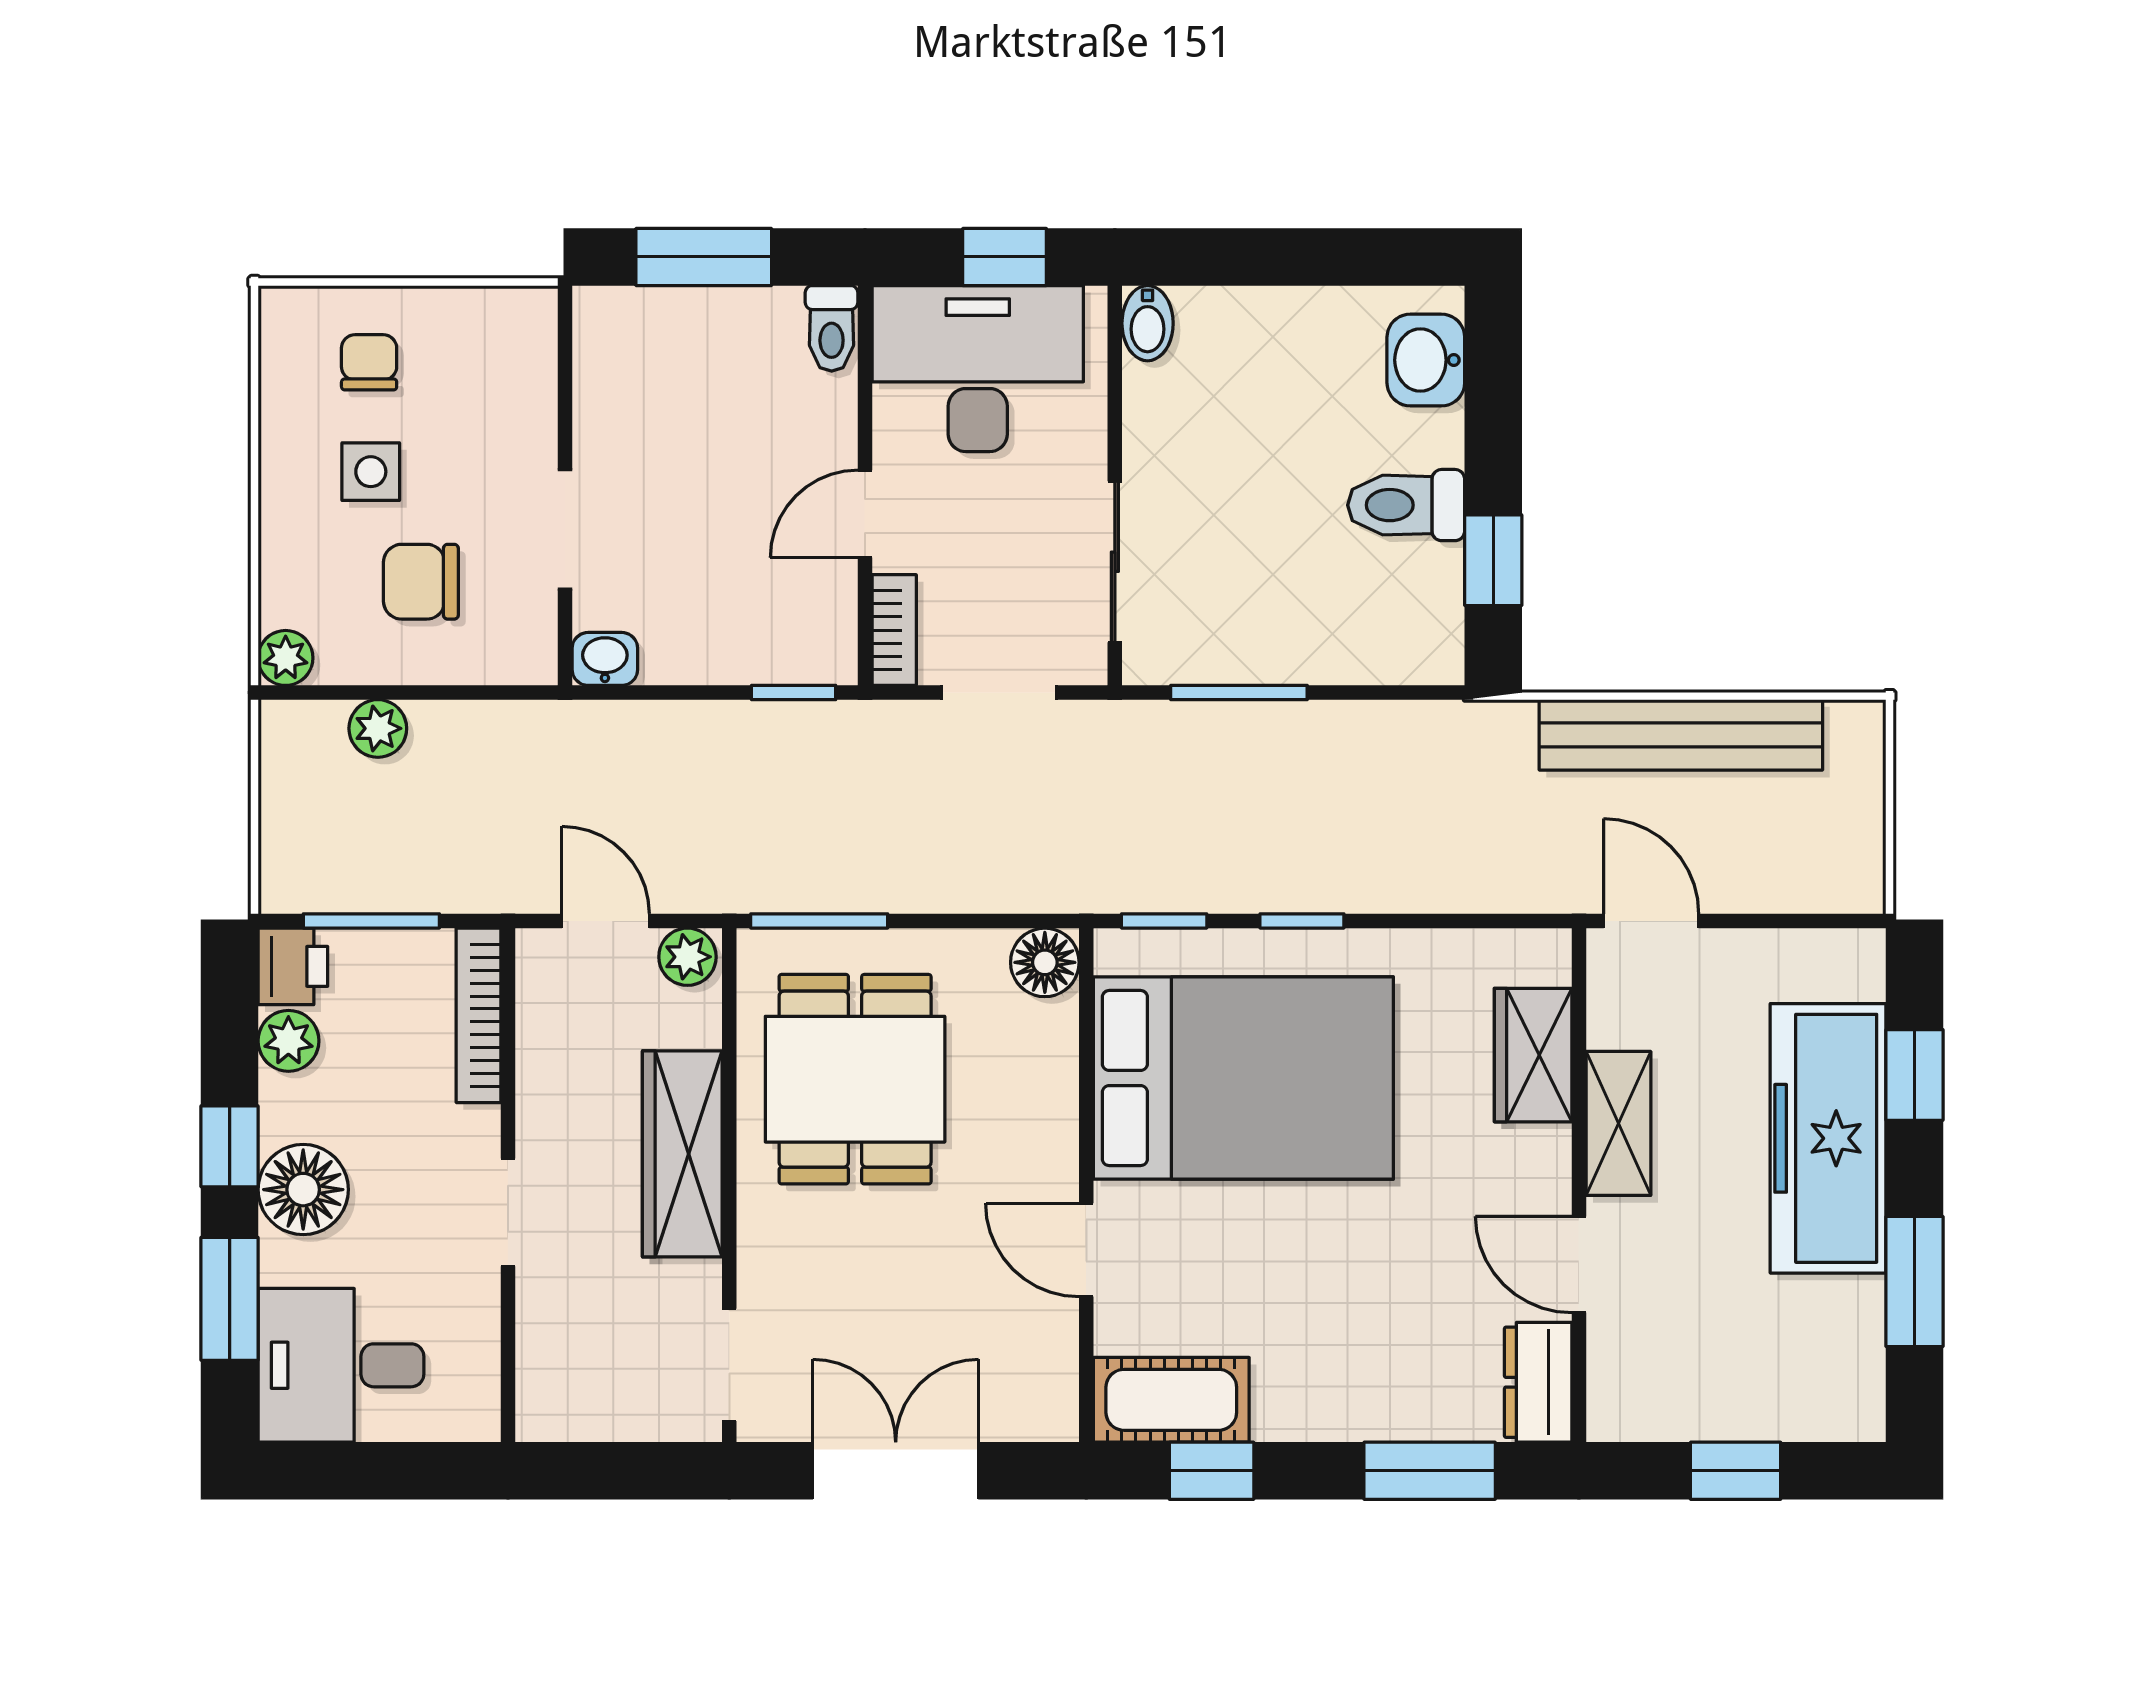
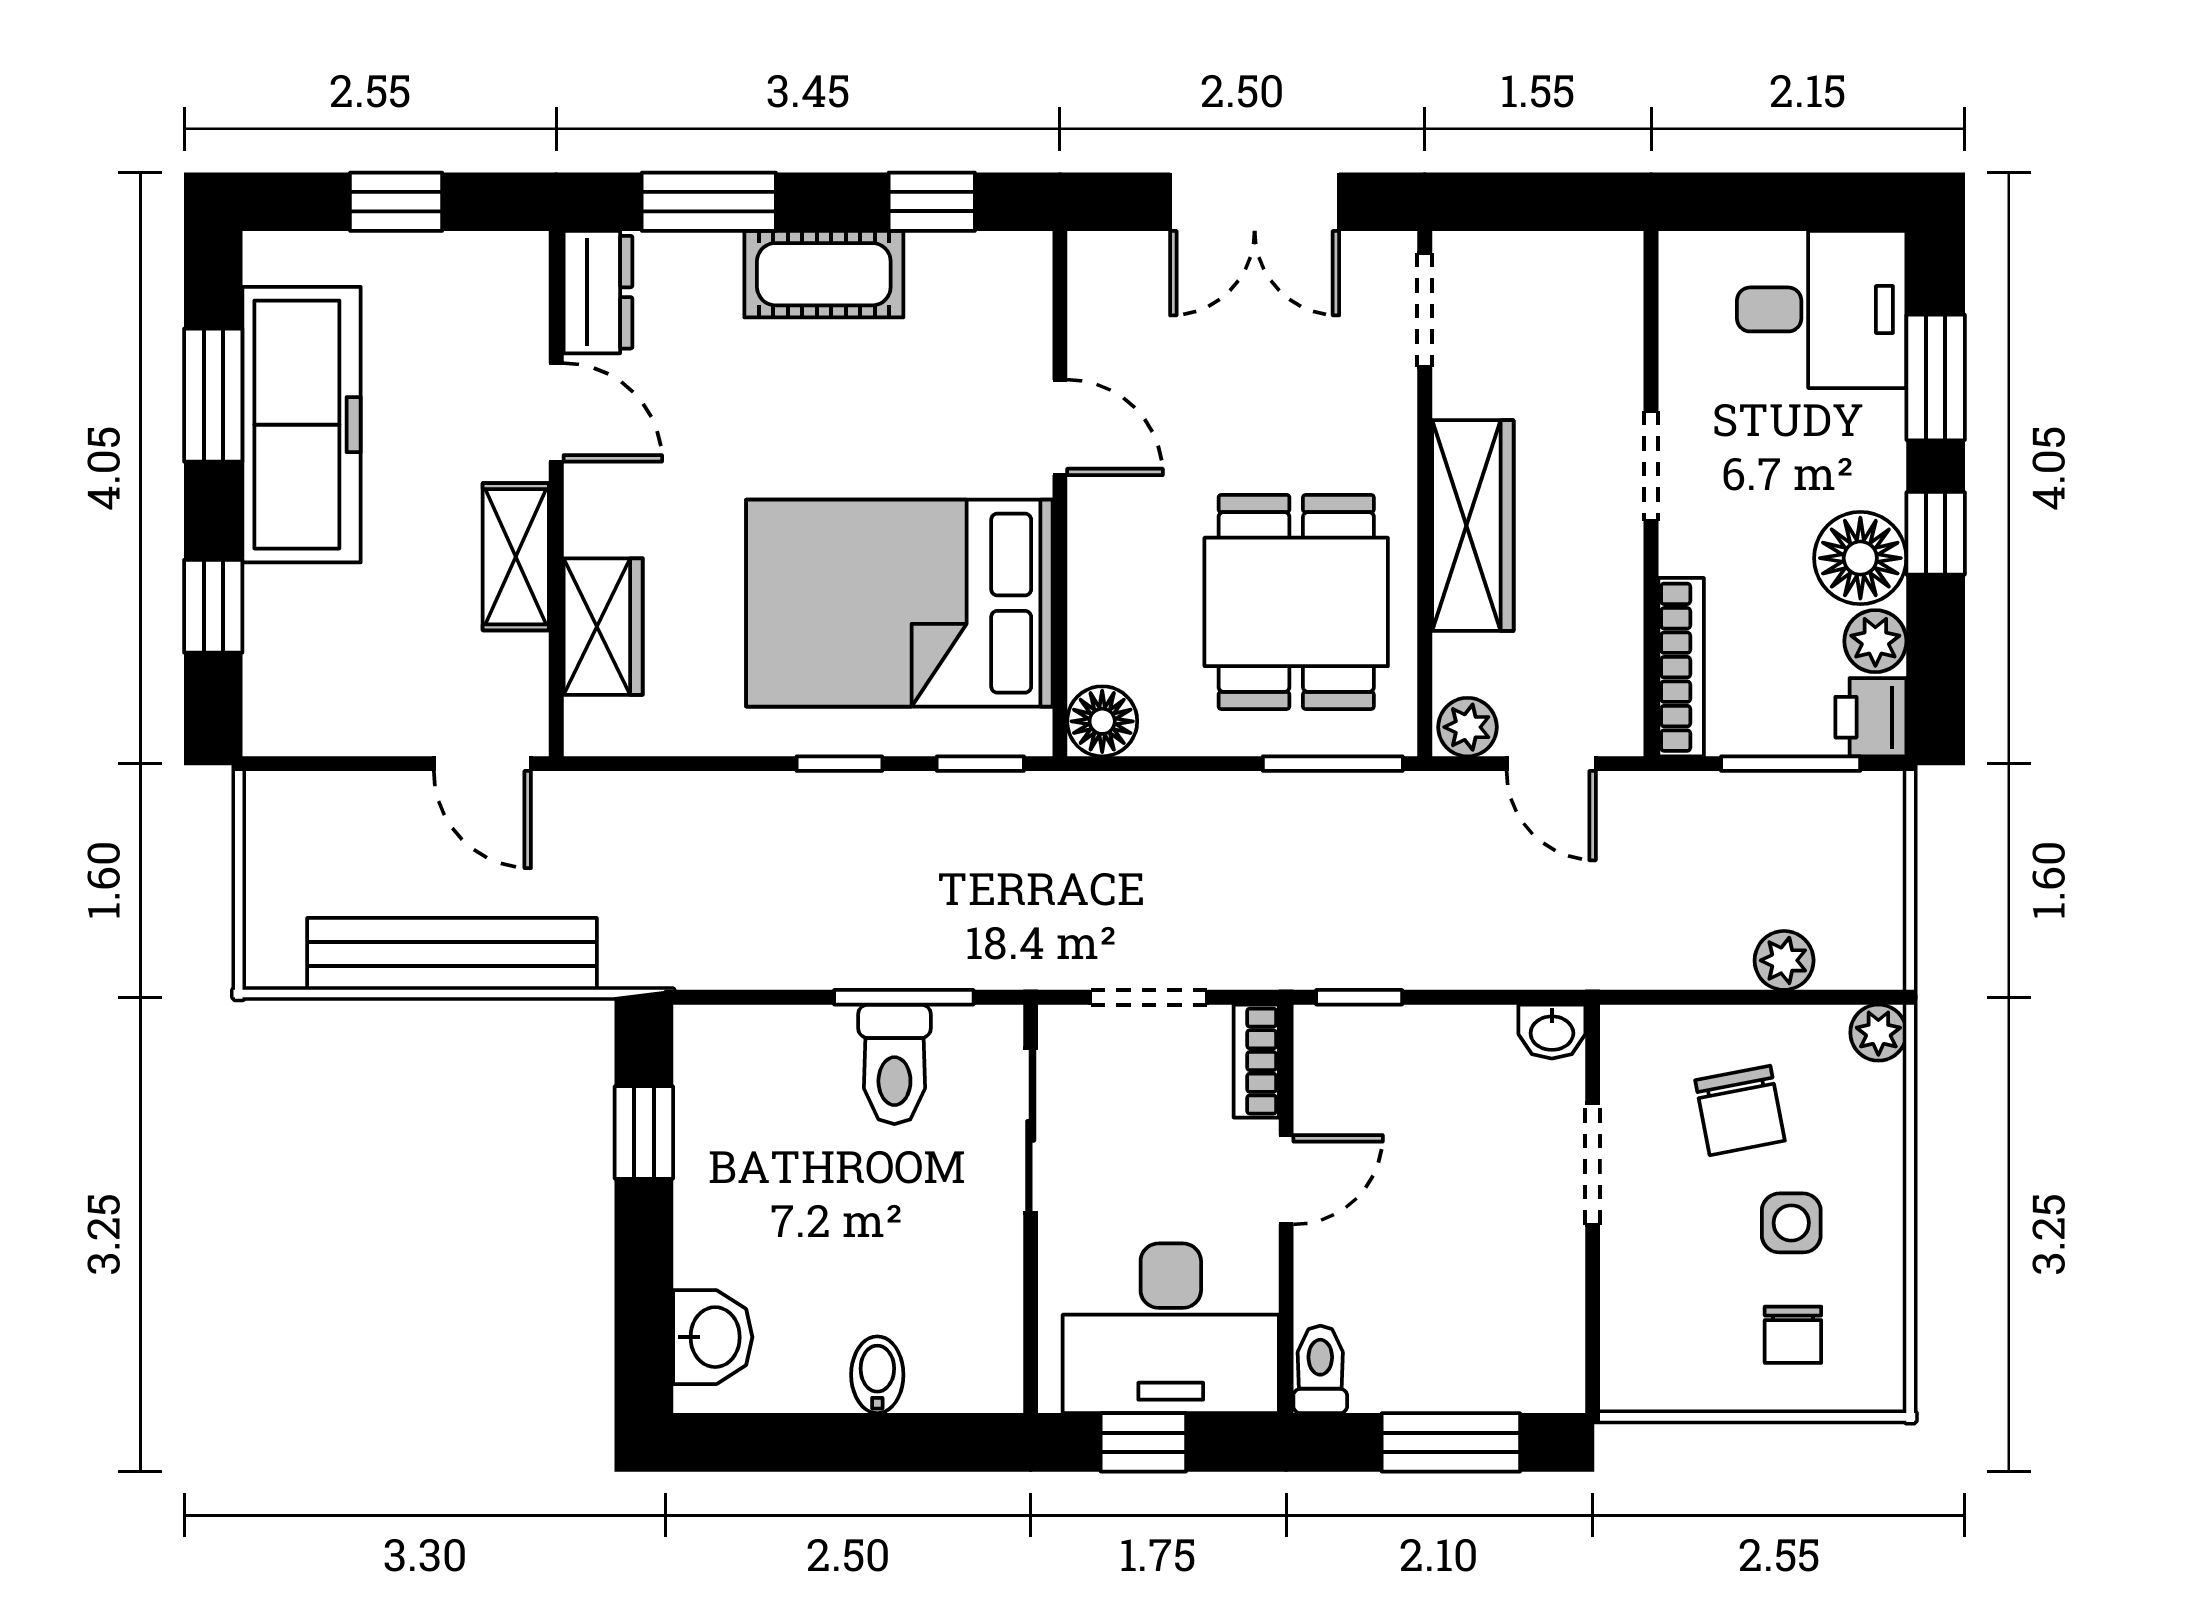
bidet: (1148, 323) -> (877, 1375), moved
toilet: (1406, 505) -> (894, 1064), moved, turned 90
chair: (421, 582) -> (1740, 1110), turned 79
freezer: (1828, 1138) -> (302, 425), moved
floor lamp: (303, 1190) -> (1860, 558), moved
cot: (1171, 1400) -> (824, 274), moved

